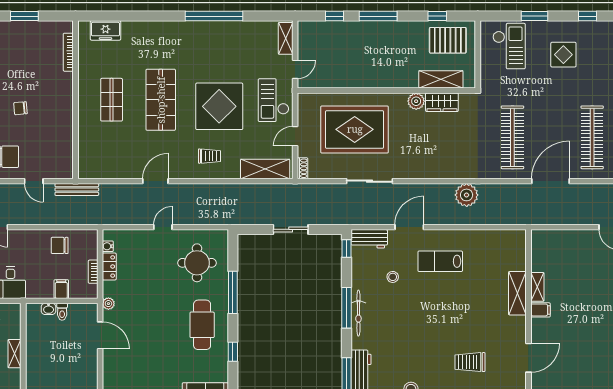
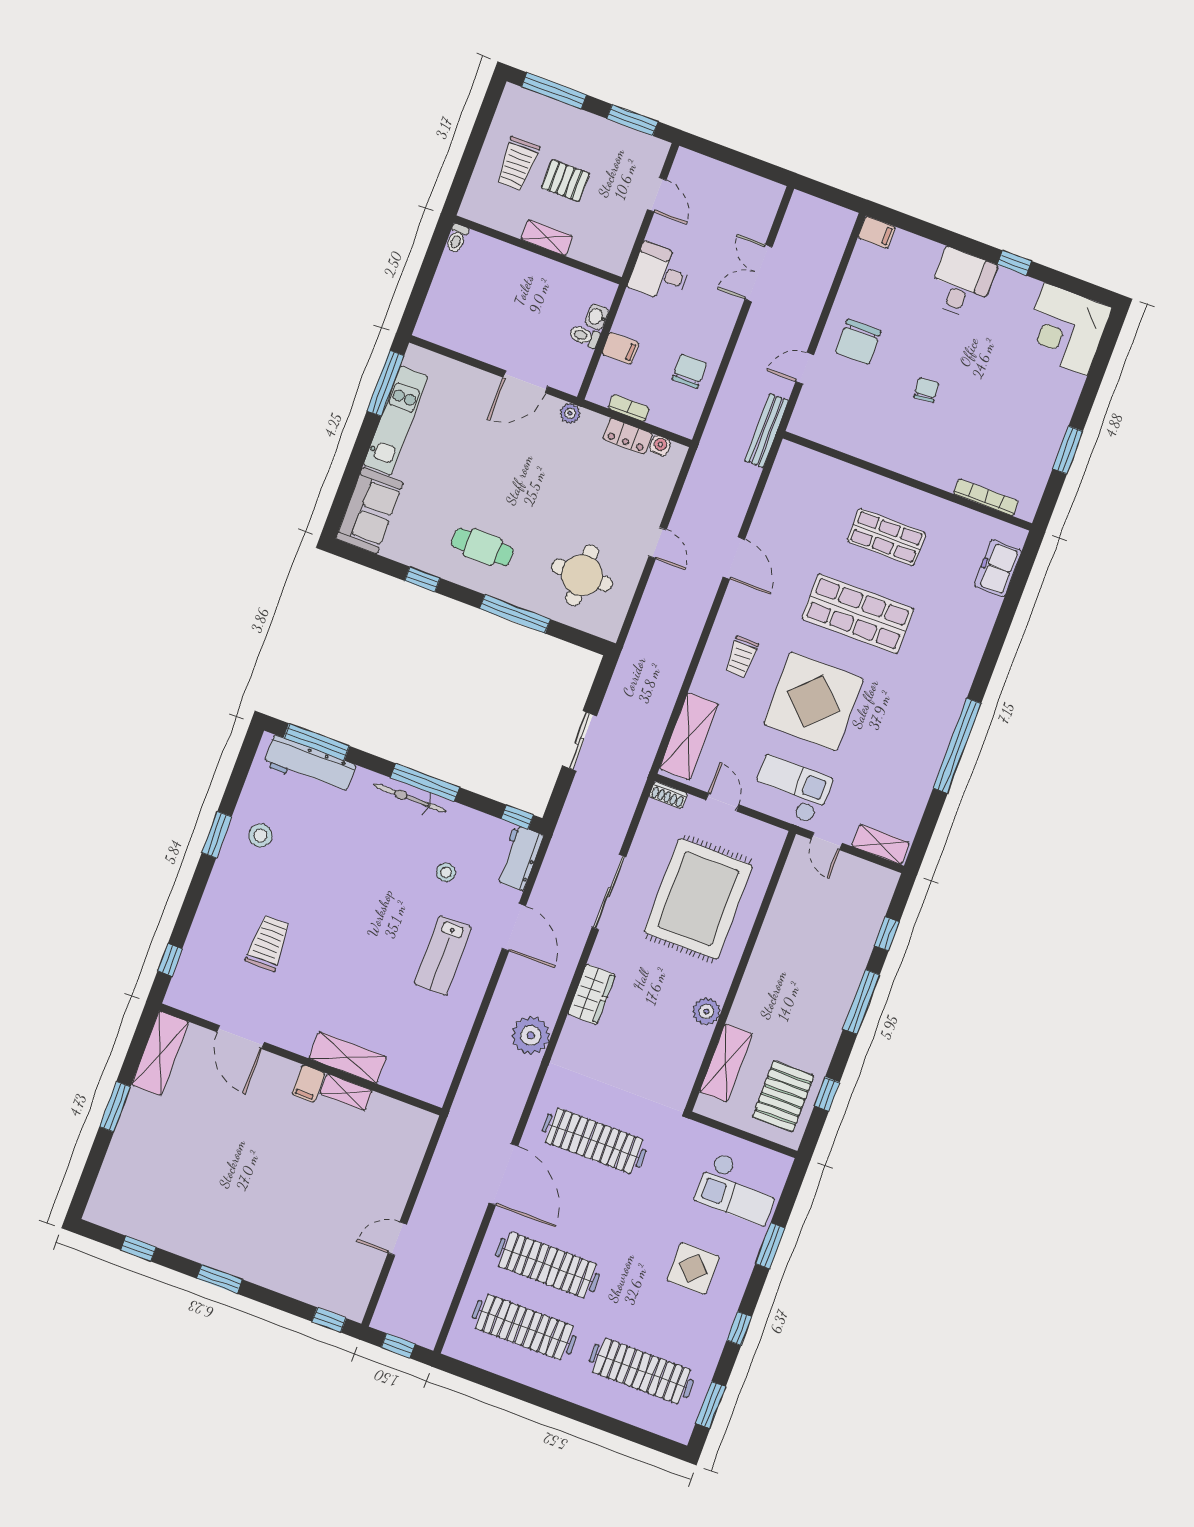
wardrobe: (442, 102) -> (592, 994), moved, turned 180
lab bench: (440, 261) -> (443, 956), turned 180
cafe table: (202, 325) -> (482, 547), width x0.73, depth x0.74

